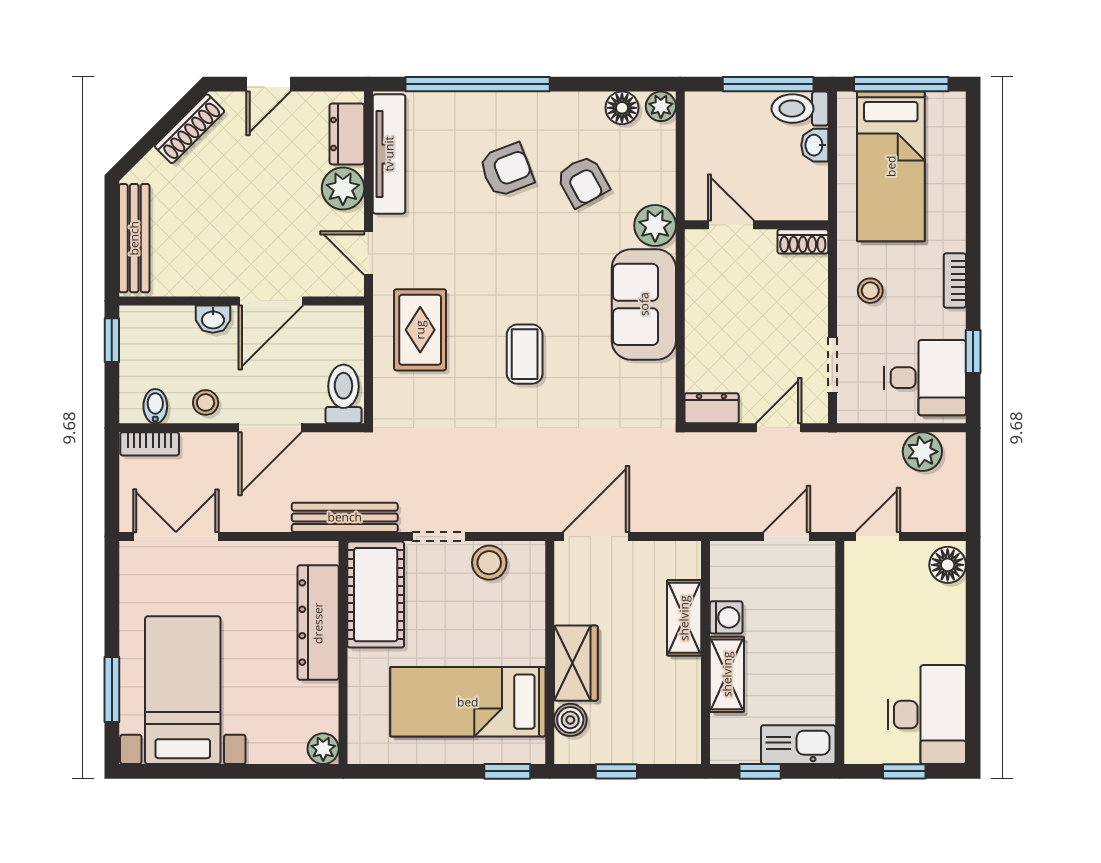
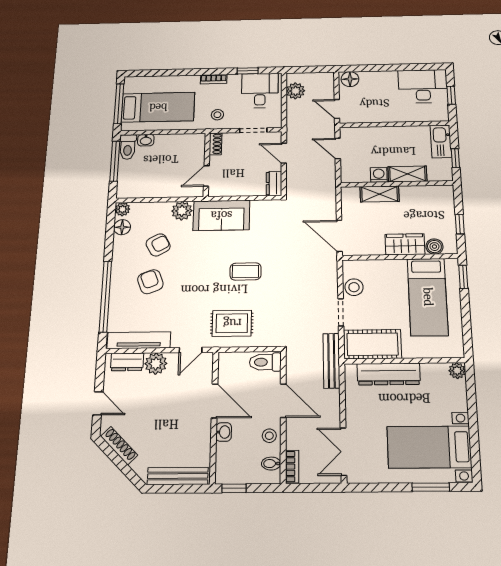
door: (731, 225) -> (206, 176), moved
wall: (756, 225) -> (207, 165), moved
shoe rack: (803, 241) -> (216, 144), moved

